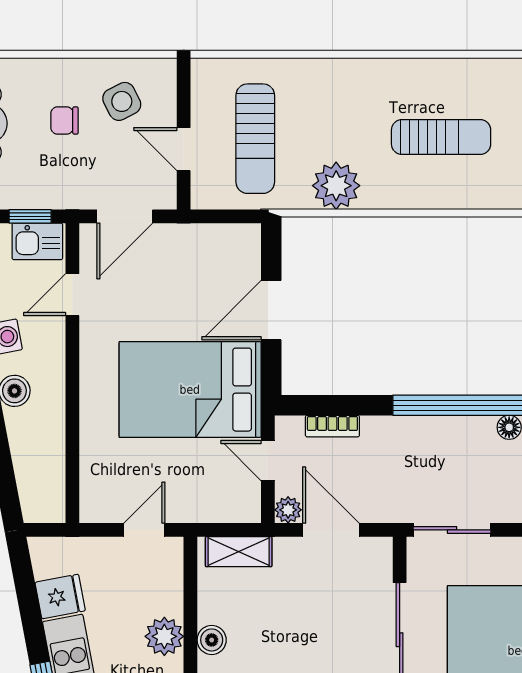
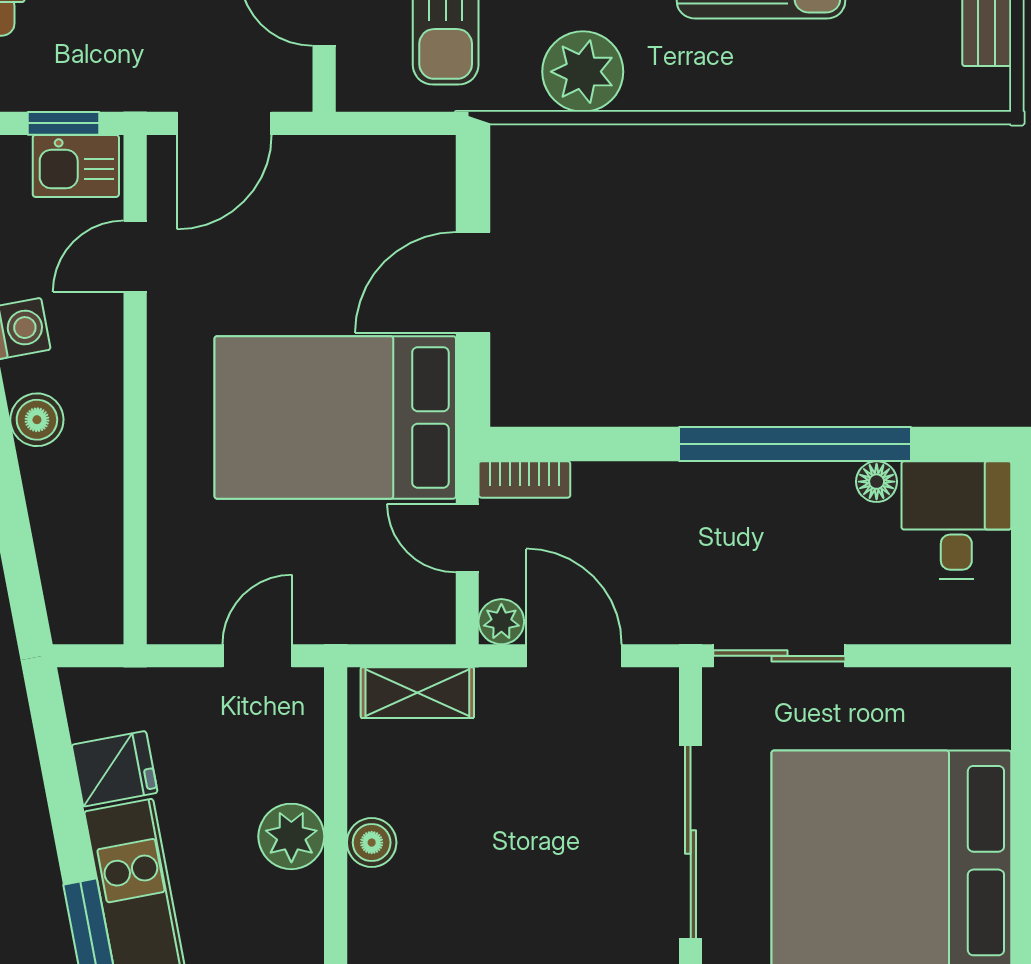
bookcase: (332, 426) -> (524, 479), moved

